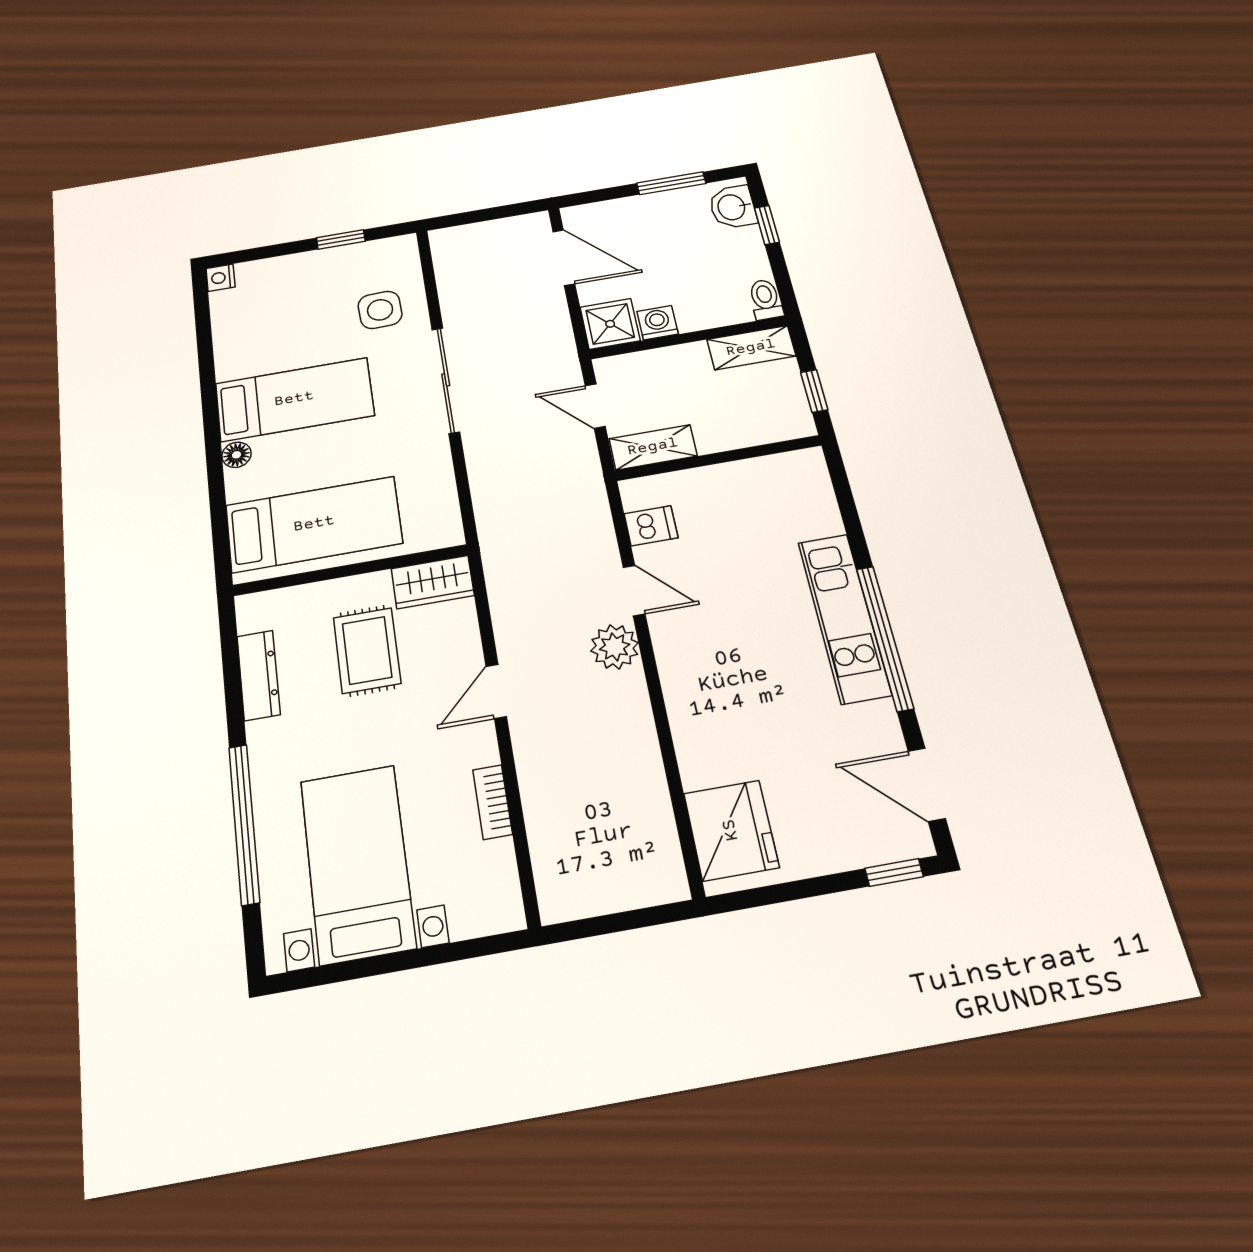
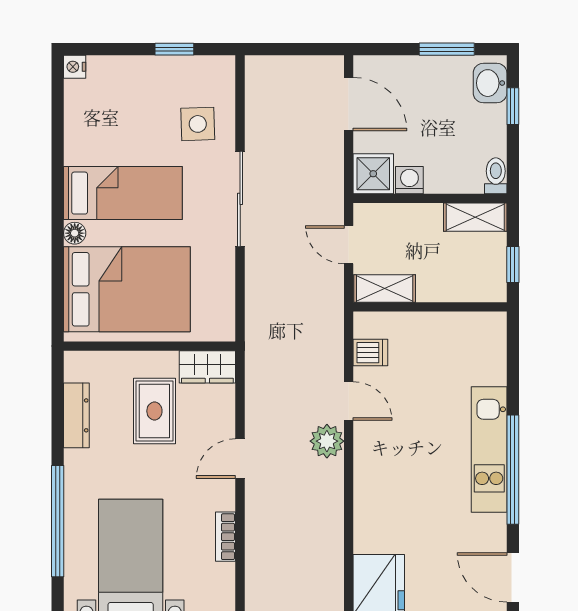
bed: (314, 524) -> (127, 289), width x1.50

